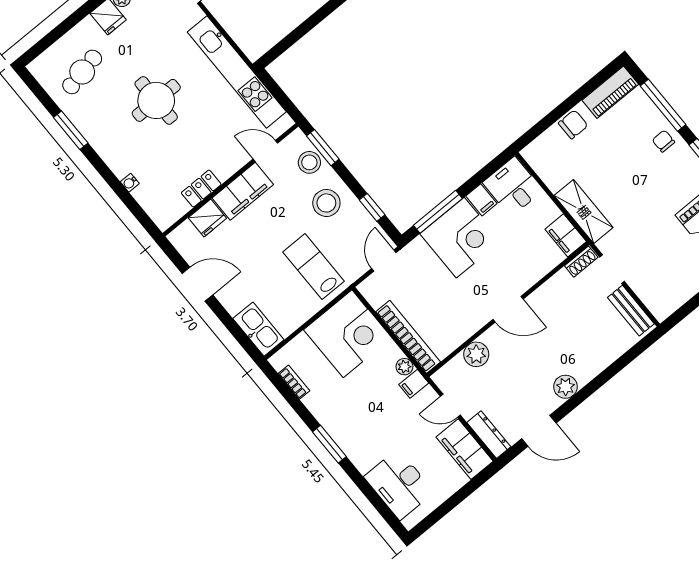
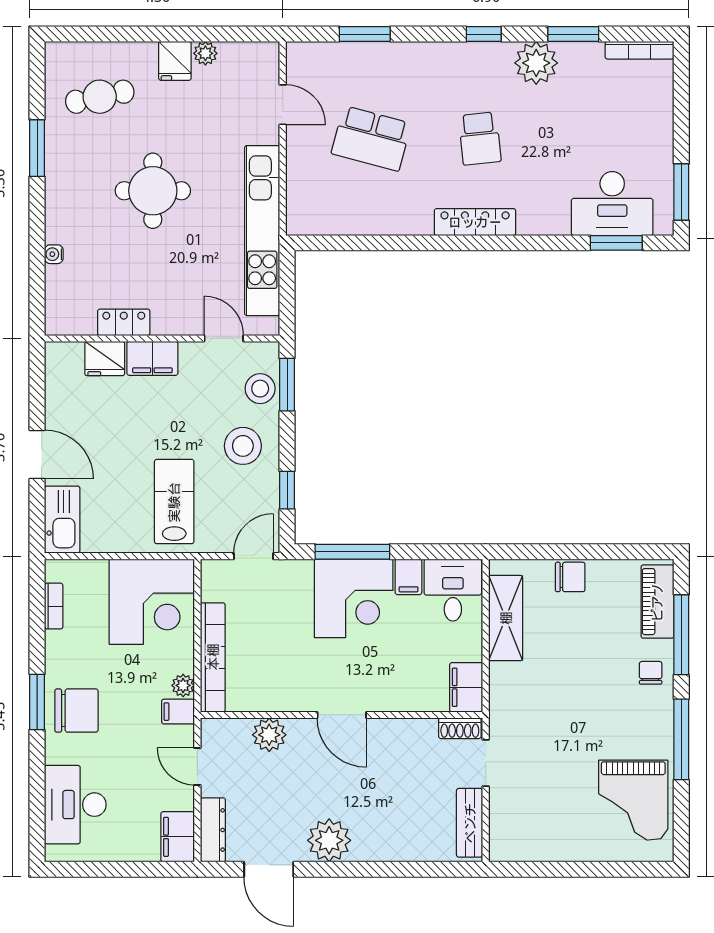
piano: (610, 92) -> (657, 602), moved, turned 90
filing cabinet: (243, 191) -> (152, 358), width x0.67, depth x0.86
shelving: (584, 212) -> (506, 618), moved
door: (197, 284) -> (37, 455), moved
plant: (565, 387) -> (329, 840), width x1.36, depth x1.36
chair: (356, 431) -> (76, 711), added
filing cabinet: (465, 449) -> (178, 837), width x0.67, depth x0.86

